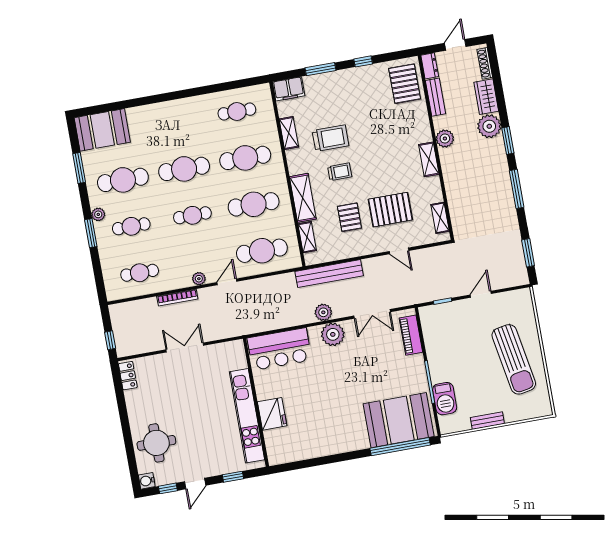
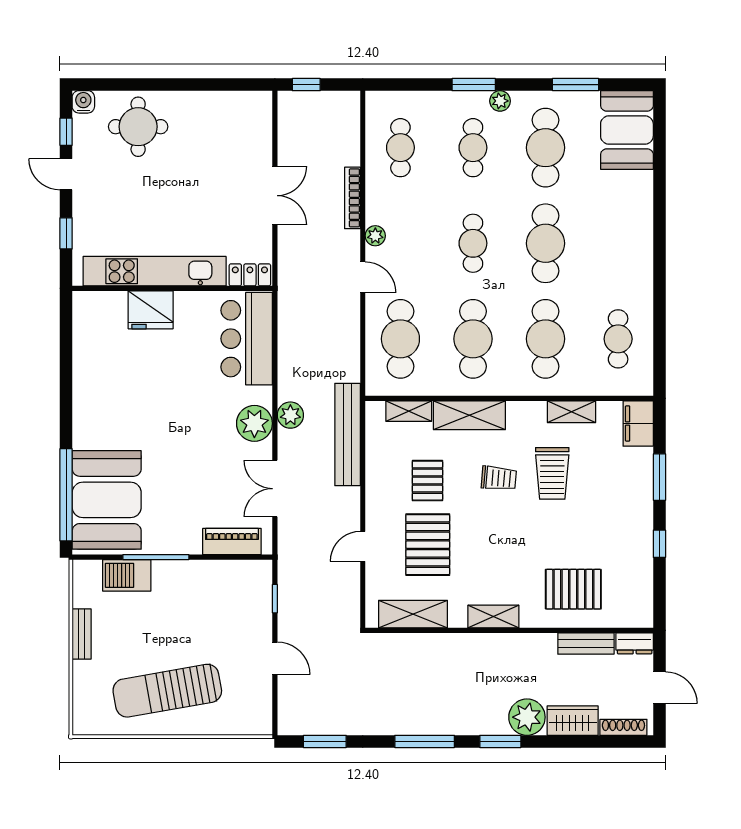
pallet: (405, 84) -> (573, 589), moved
plant: (445, 139) -> (520, 647), removed
trolley: (340, 172) -> (499, 478), turned -85
pallet: (349, 217) -> (427, 481), turned 90
shelving: (440, 218) -> (413, 614), width x1.50, depth x1.33
locker: (128, 376) -> (250, 275), moved, turned 180

